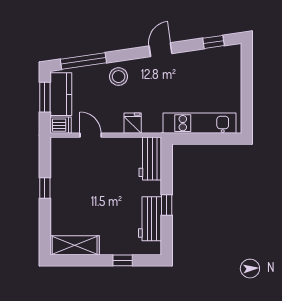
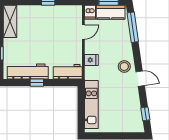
stool: (119, 77) -> (124, 66), moved
workbench: (150, 219) -> (28, 72), width x1.38

